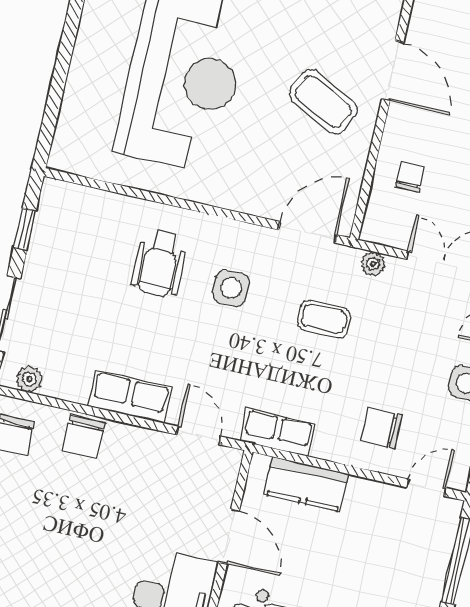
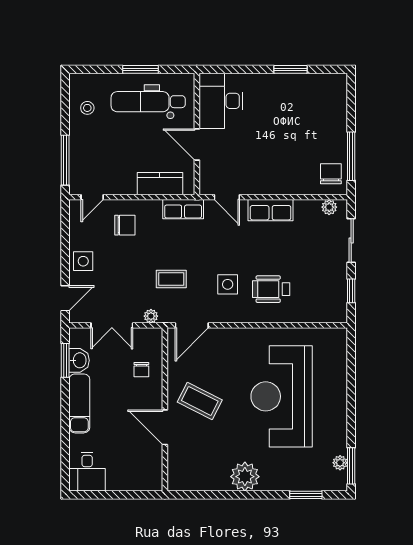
wheelchair: (159, 263) -> (271, 289), turned -90
chair: (84, 437) -> (291, 182), removed

